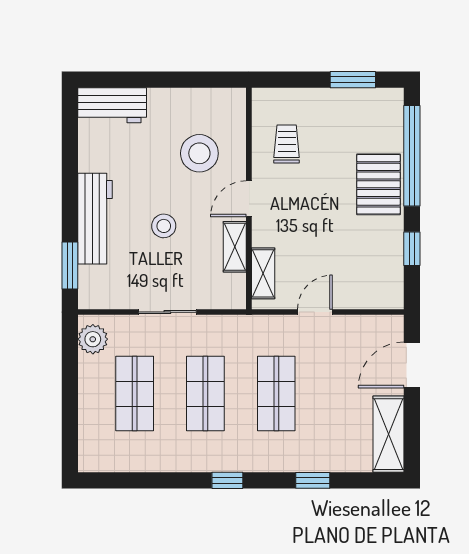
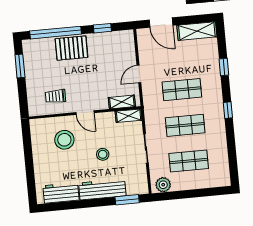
workbench: (112, 105) -> (61, 193), moved, turned -90
shelving: (235, 247) -> (129, 116), moved
door: (315, 312) -> (139, 74), hinge flipped

